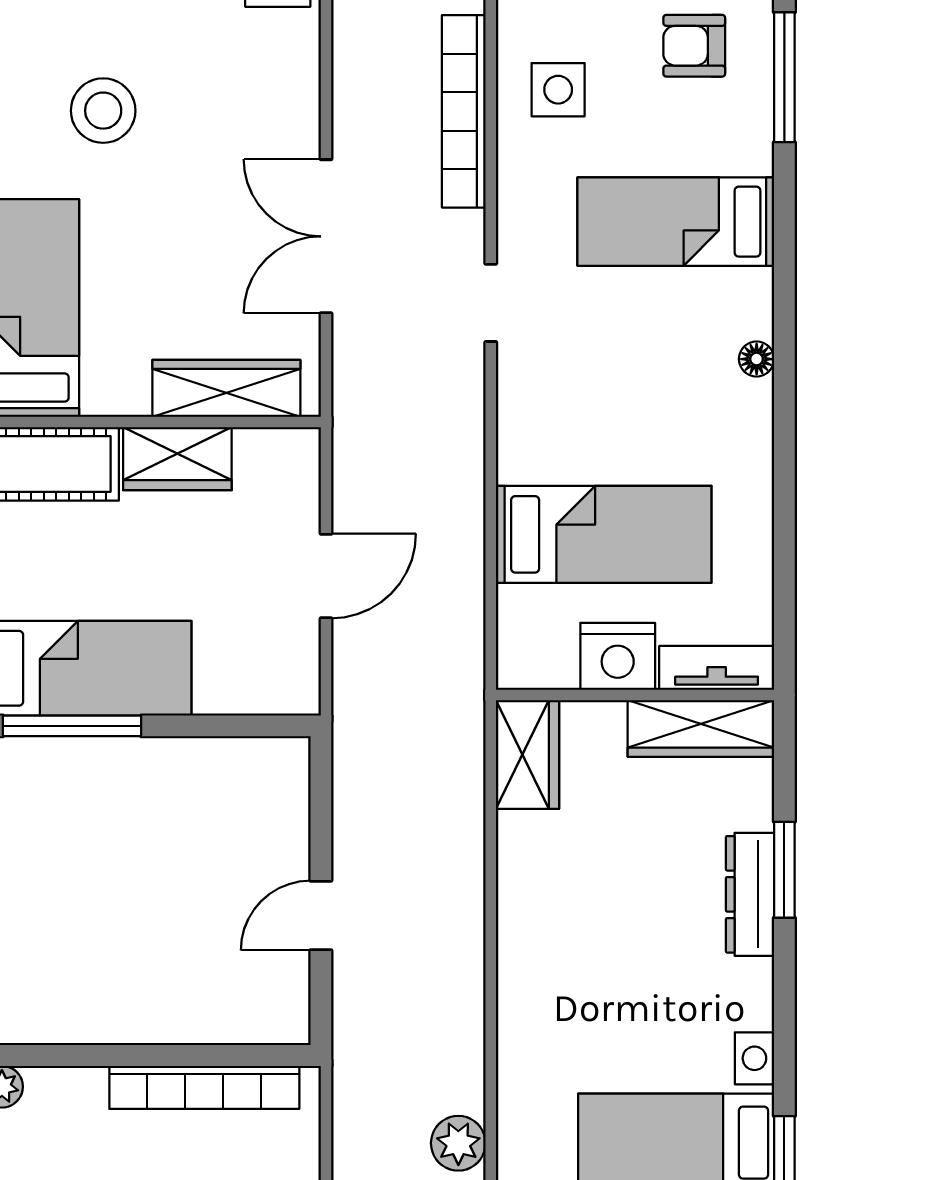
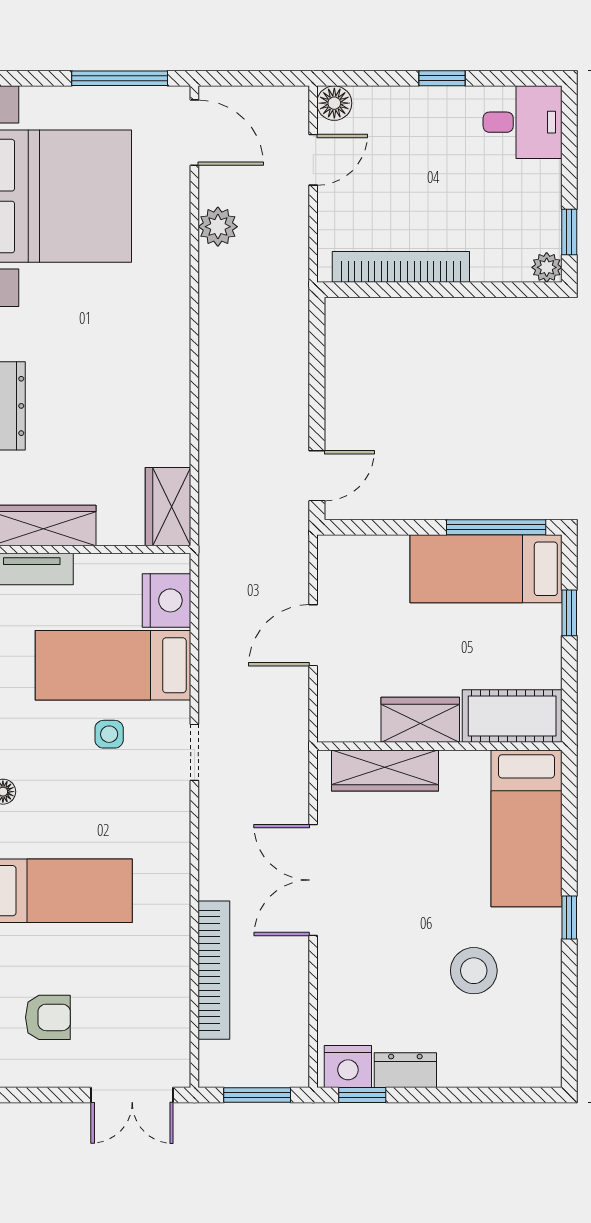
side table: (558, 90) -> (109, 734), moved, width x0.73, depth x0.73
double door: (326, 236) -> (313, 880), swing flipped
doorway: (491, 303) -> (194, 752), moved
nightstand: (618, 656) -> (167, 600), moved, turned 90
door: (321, 916) -> (317, 476), moved

